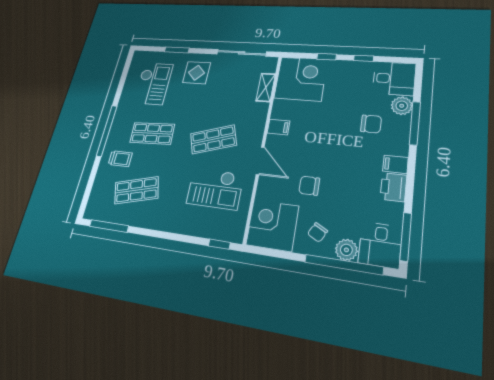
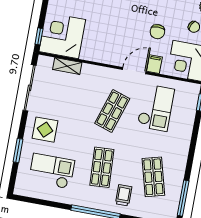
window: (327, 57) -> (39, 36), moved
filing cabinet: (279, 127) -> (154, 64), moved
shop shelf: (213, 139) -> (112, 111), turned 36

